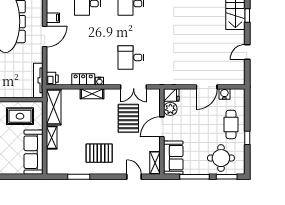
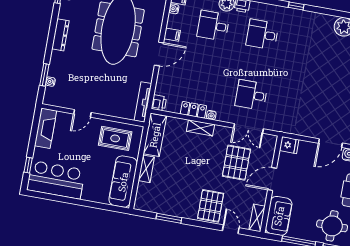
plant: (170, 109) -> (285, 161), removed
pallet: (99, 153) -> (211, 206), moved, turned 90

